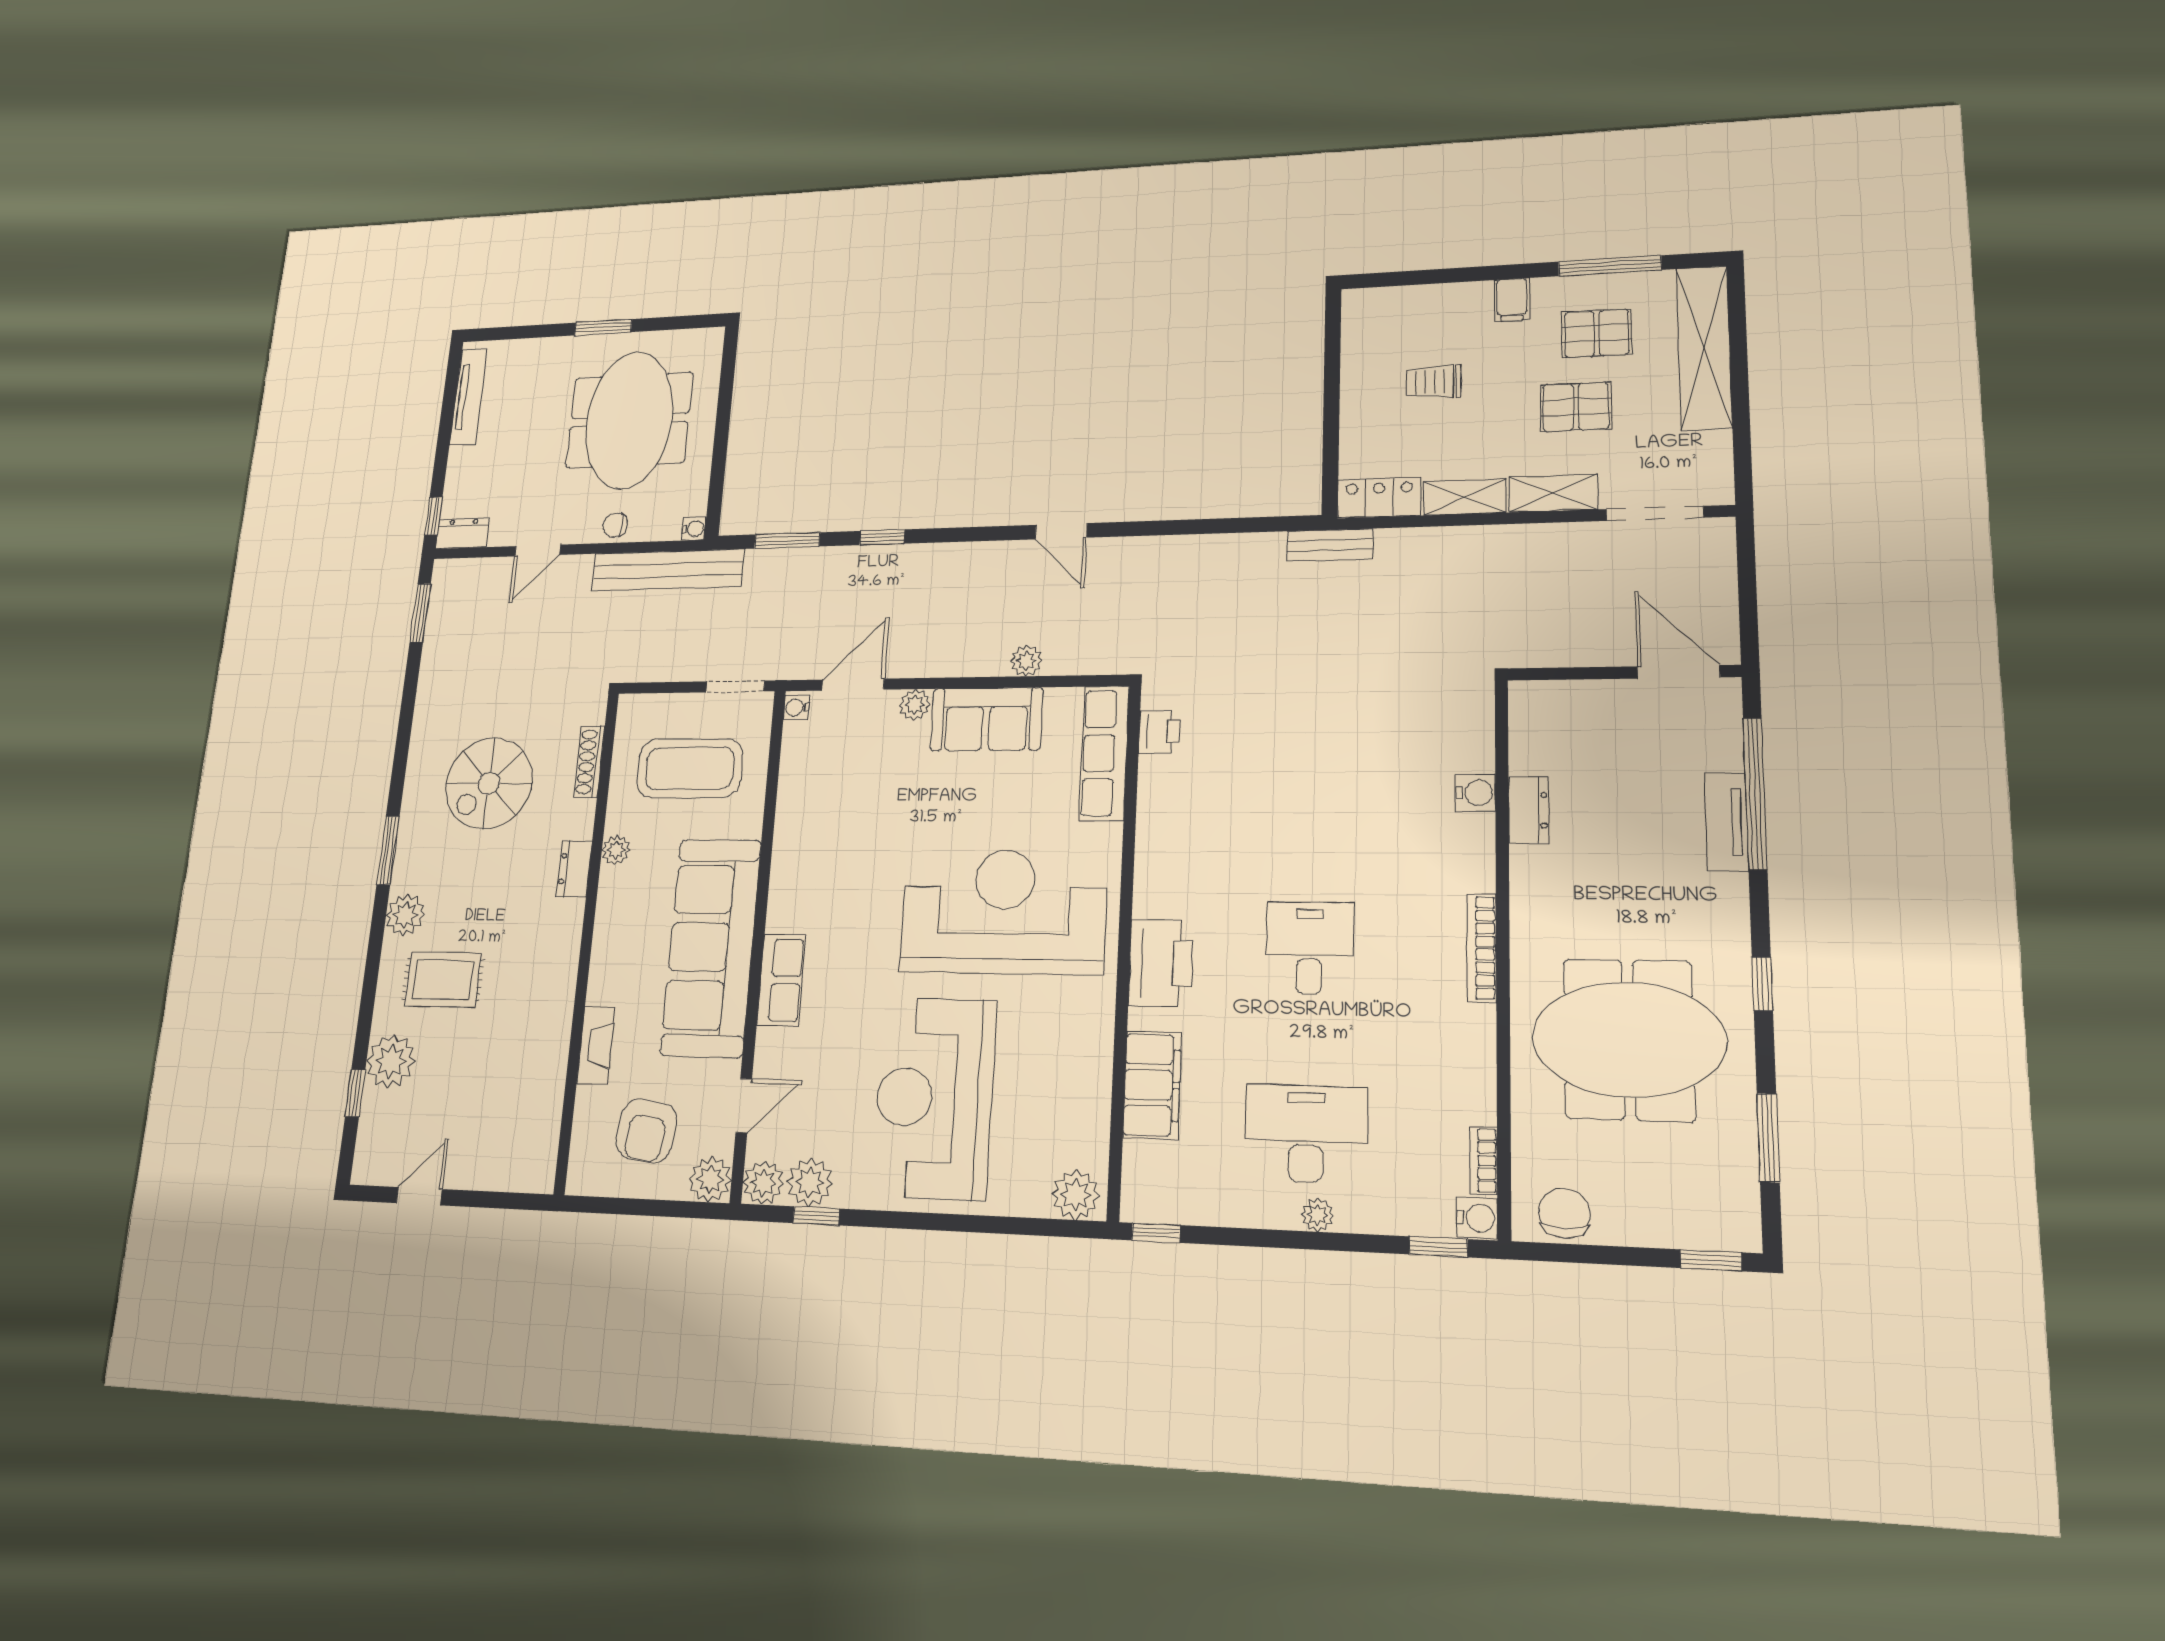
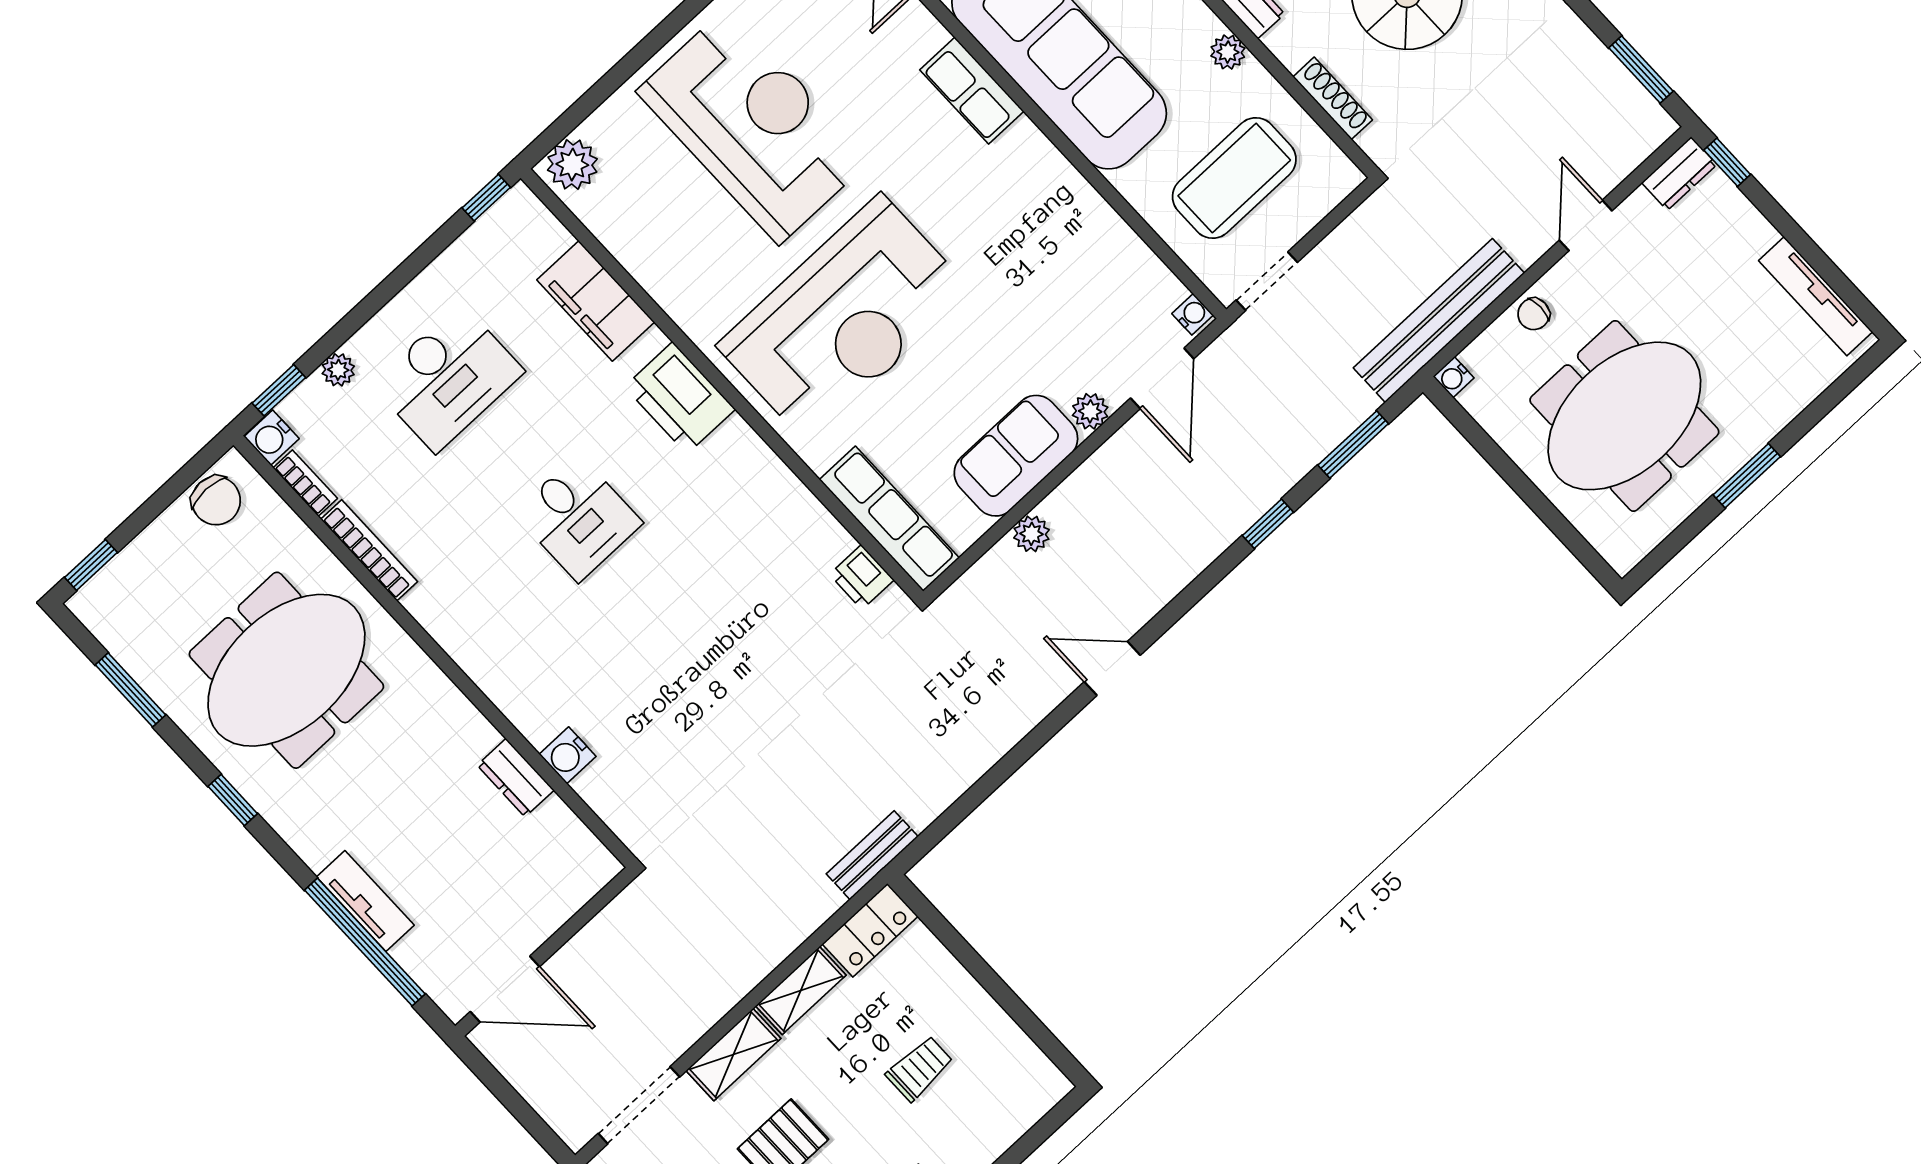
meeting table: (629, 420) -> (1624, 416), turned 90
chair: (615, 525) -> (1534, 314), turned 180
bookcase: (1482, 948) -> (369, 550), moved
plant: (1318, 1215) -> (338, 370), moved

